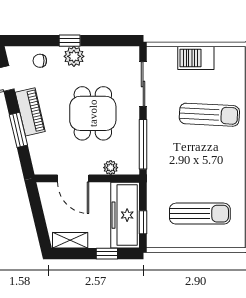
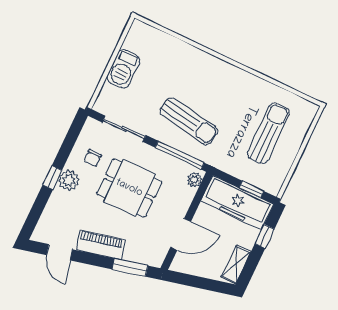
chair: (40, 61) -> (93, 158), moved
sun lounger: (209, 115) -> (189, 121), moved, turned 96
window: (18, 130) -> (130, 267), moved
plant: (111, 168) -> (194, 180), moved

